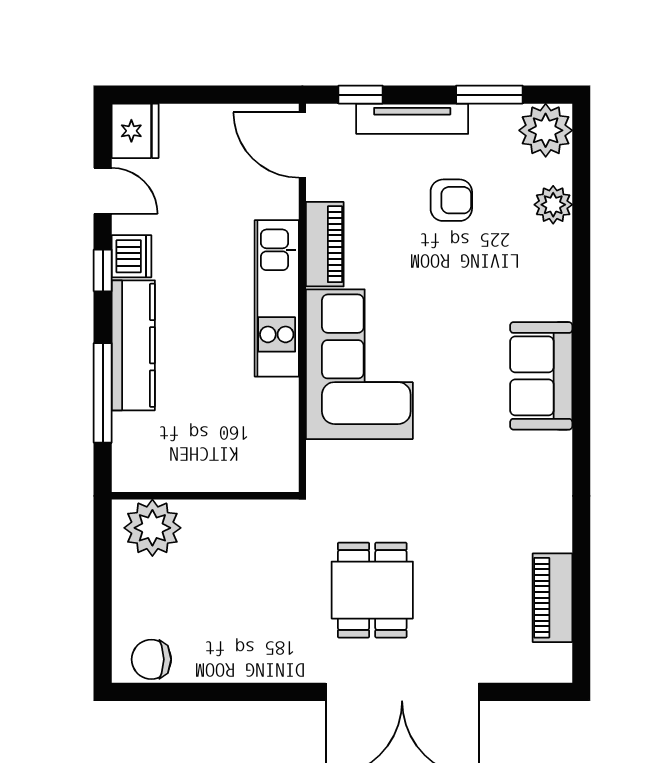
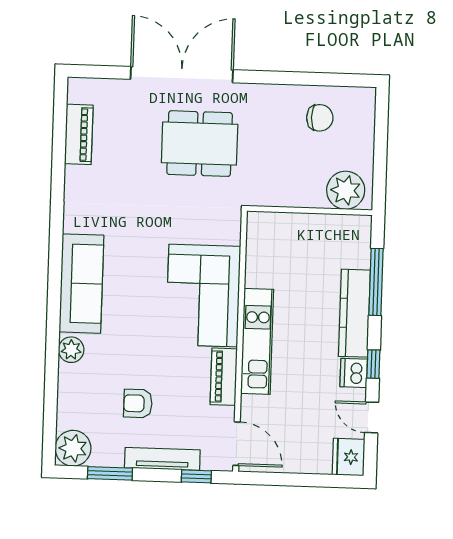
plant: (553, 205) -> (71, 350), moved
sofa: (541, 376) -> (81, 284), width x1.36
dining table: (372, 590) -> (200, 144), width x1.38
chair: (151, 659) -> (320, 118), moved

